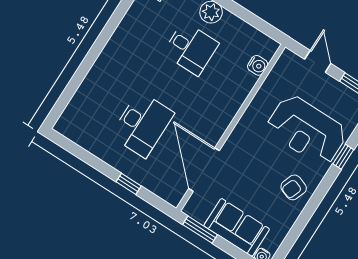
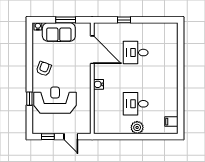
water cooler: (258, 65) -> (98, 84), moved
desk: (142, 124) -> (136, 53), width x0.73
window: (200, 230) -> (66, 20), moved

